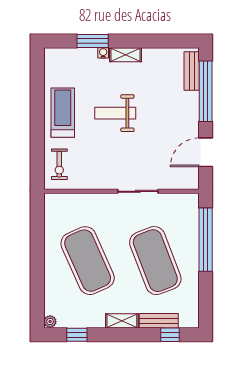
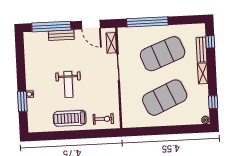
shelving: (126, 55) -> (111, 43), moved
bench: (192, 71) -> (61, 35), moved

